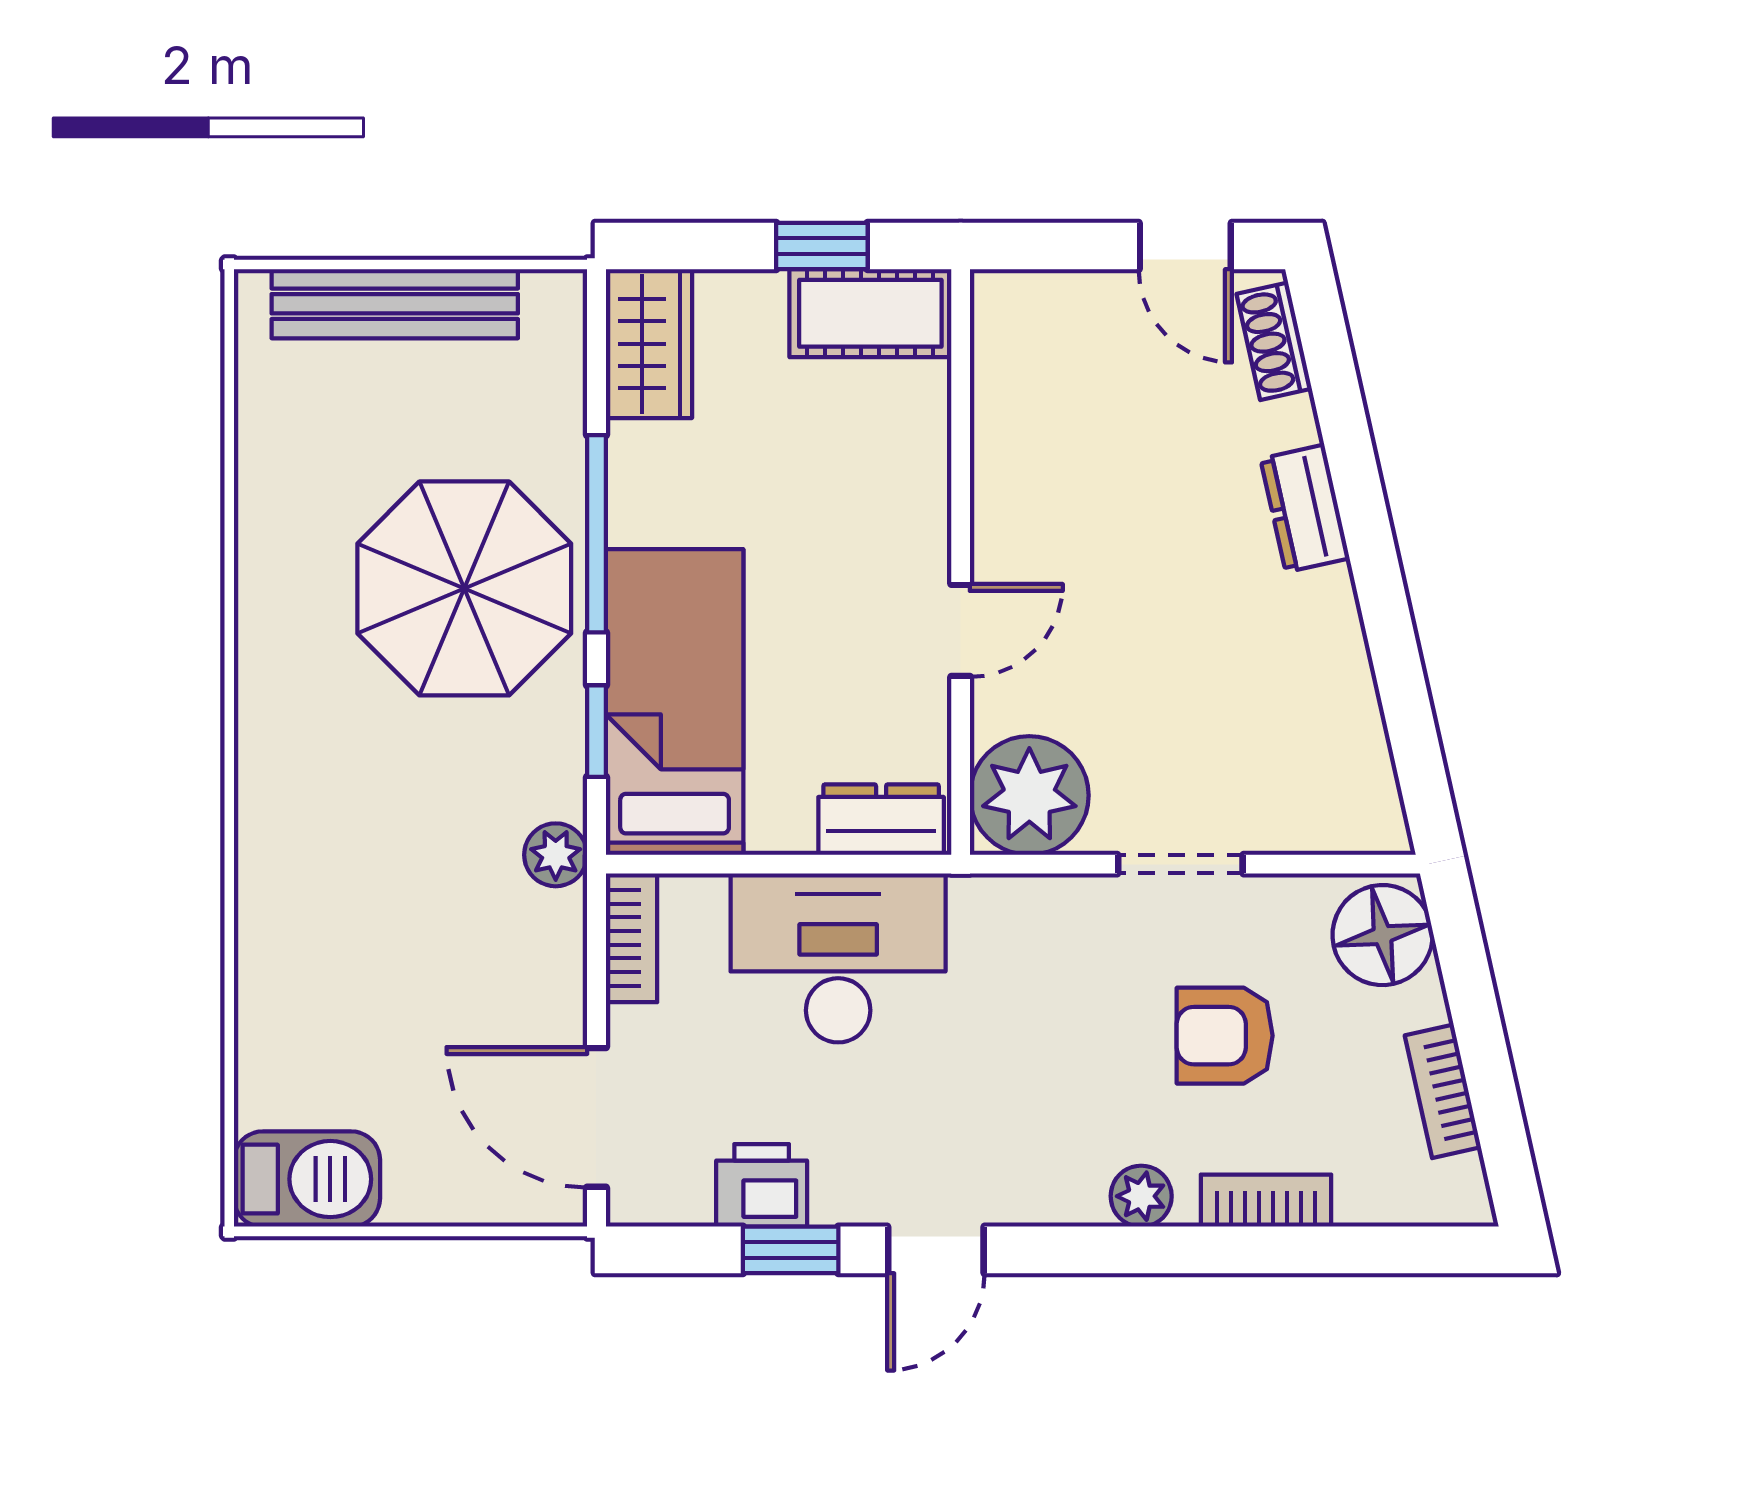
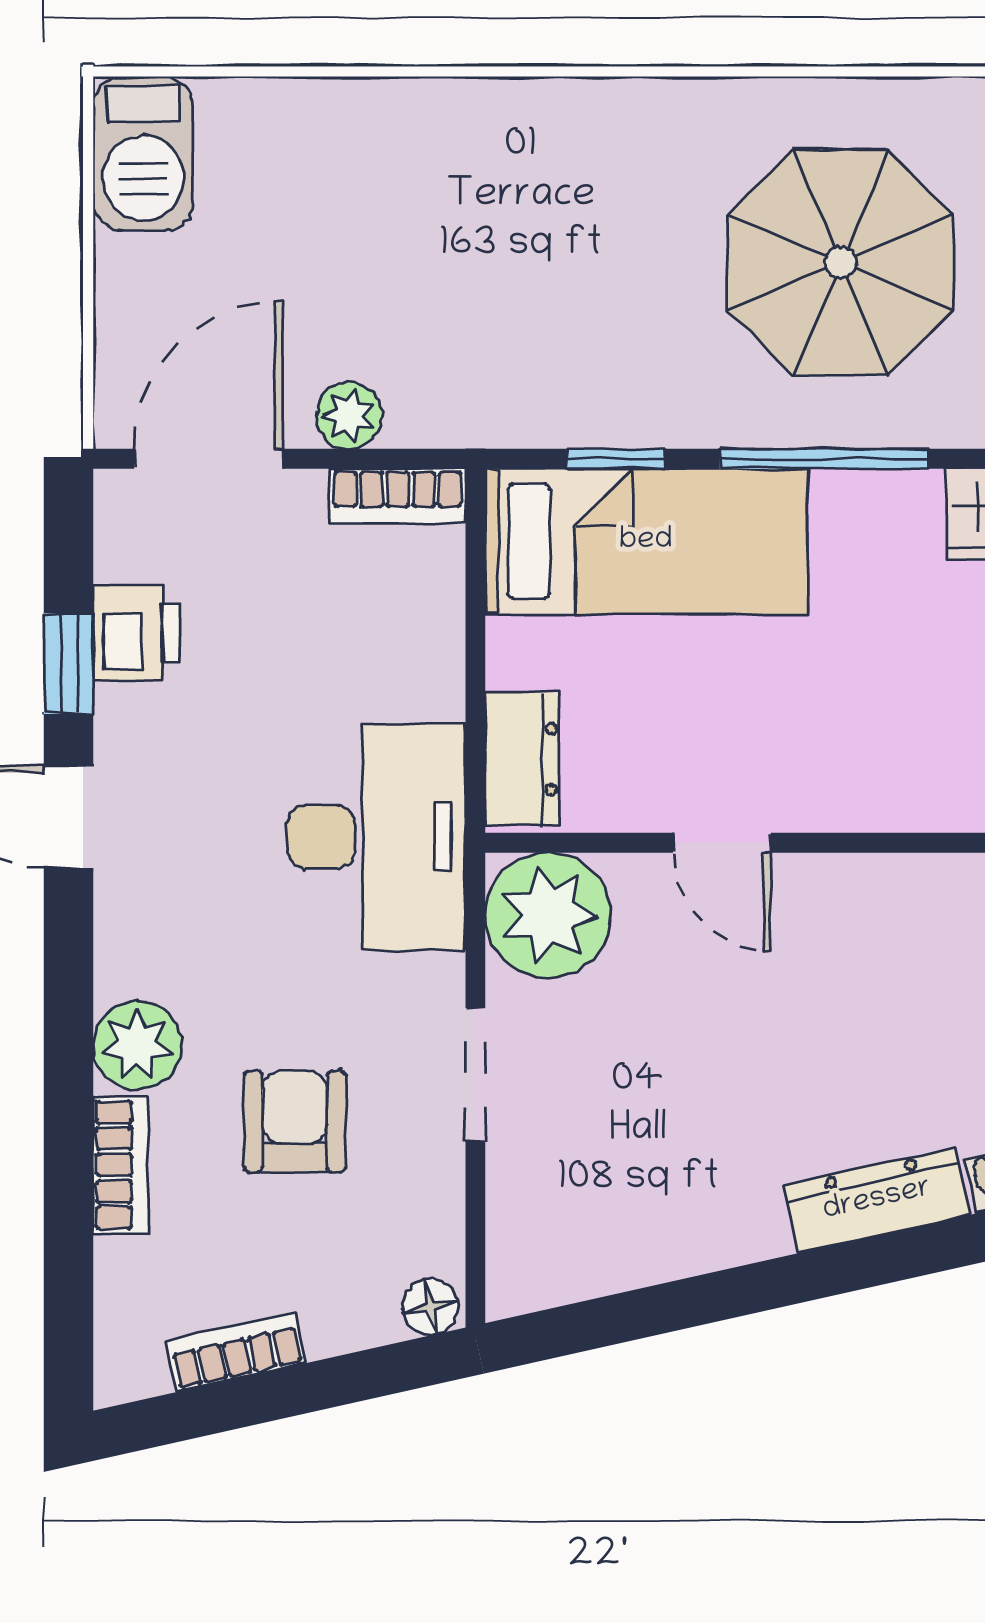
dresser: (1305, 509) -> (877, 1200), width x1.44
parasol: (464, 588) -> (841, 262), moved
plant: (556, 855) -> (349, 416), moved
floor lamp: (1383, 935) -> (430, 1307), width x0.53, depth x0.53
desk: (838, 958) -> (376, 837), moved
plant: (1141, 1196) -> (137, 1045), width x1.38, depth x1.38

